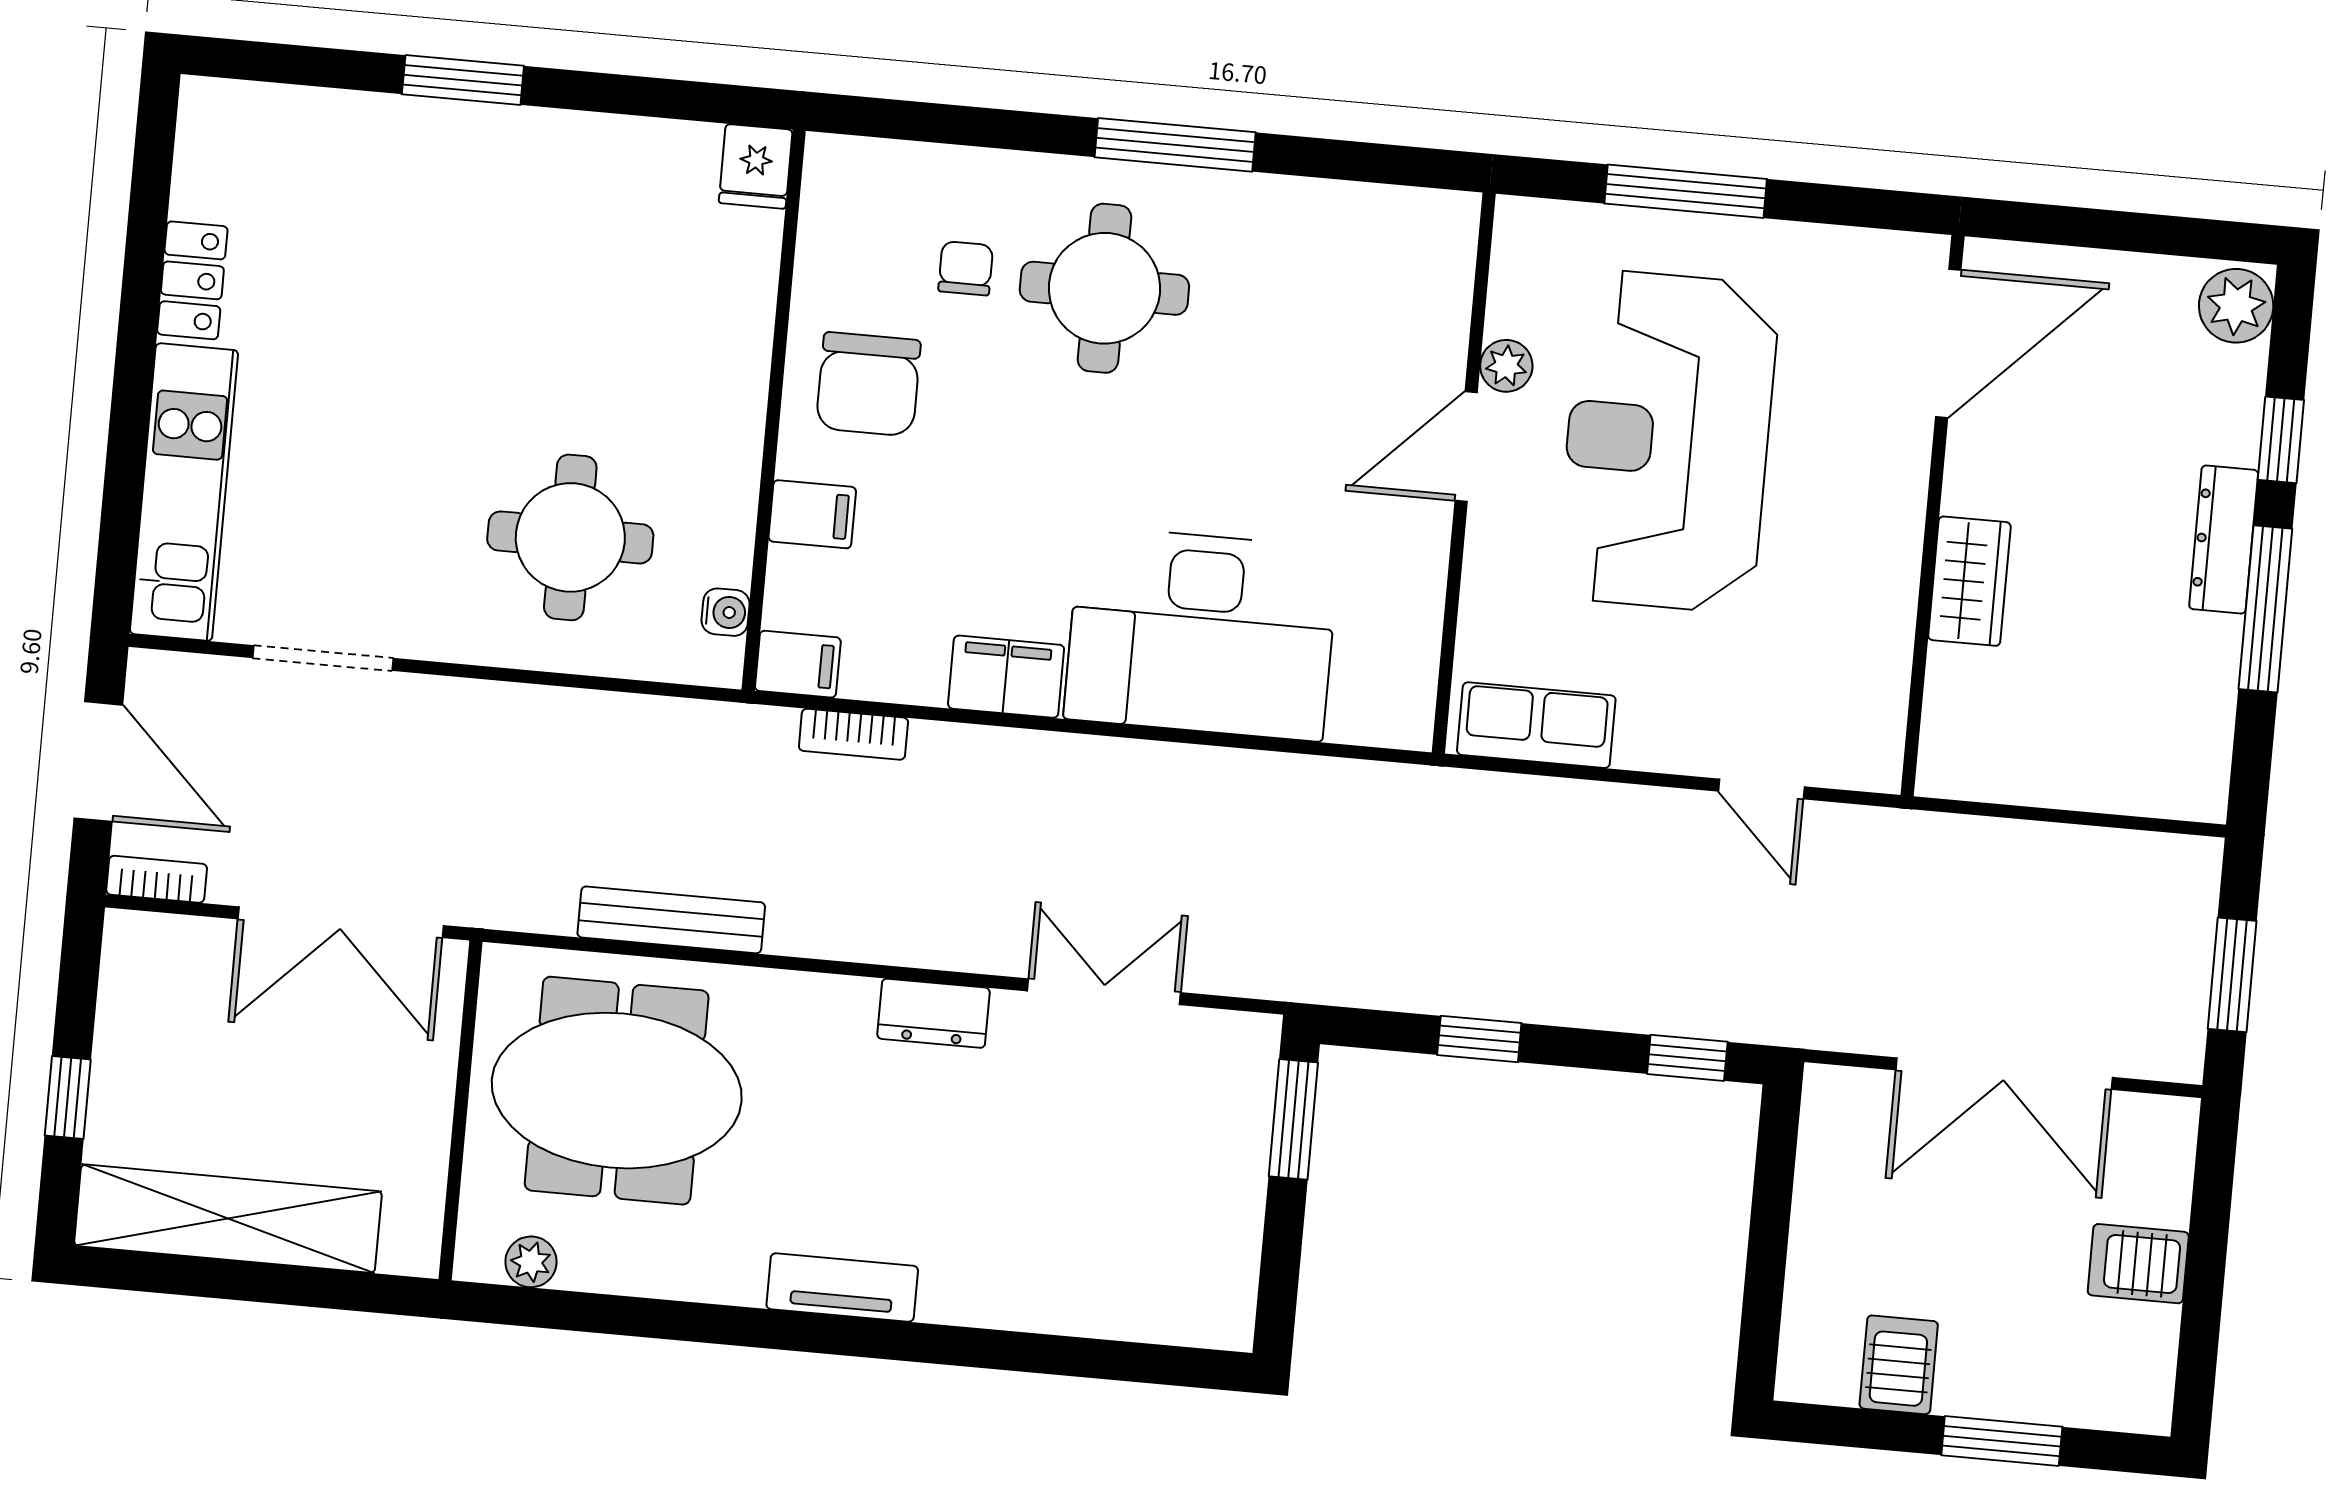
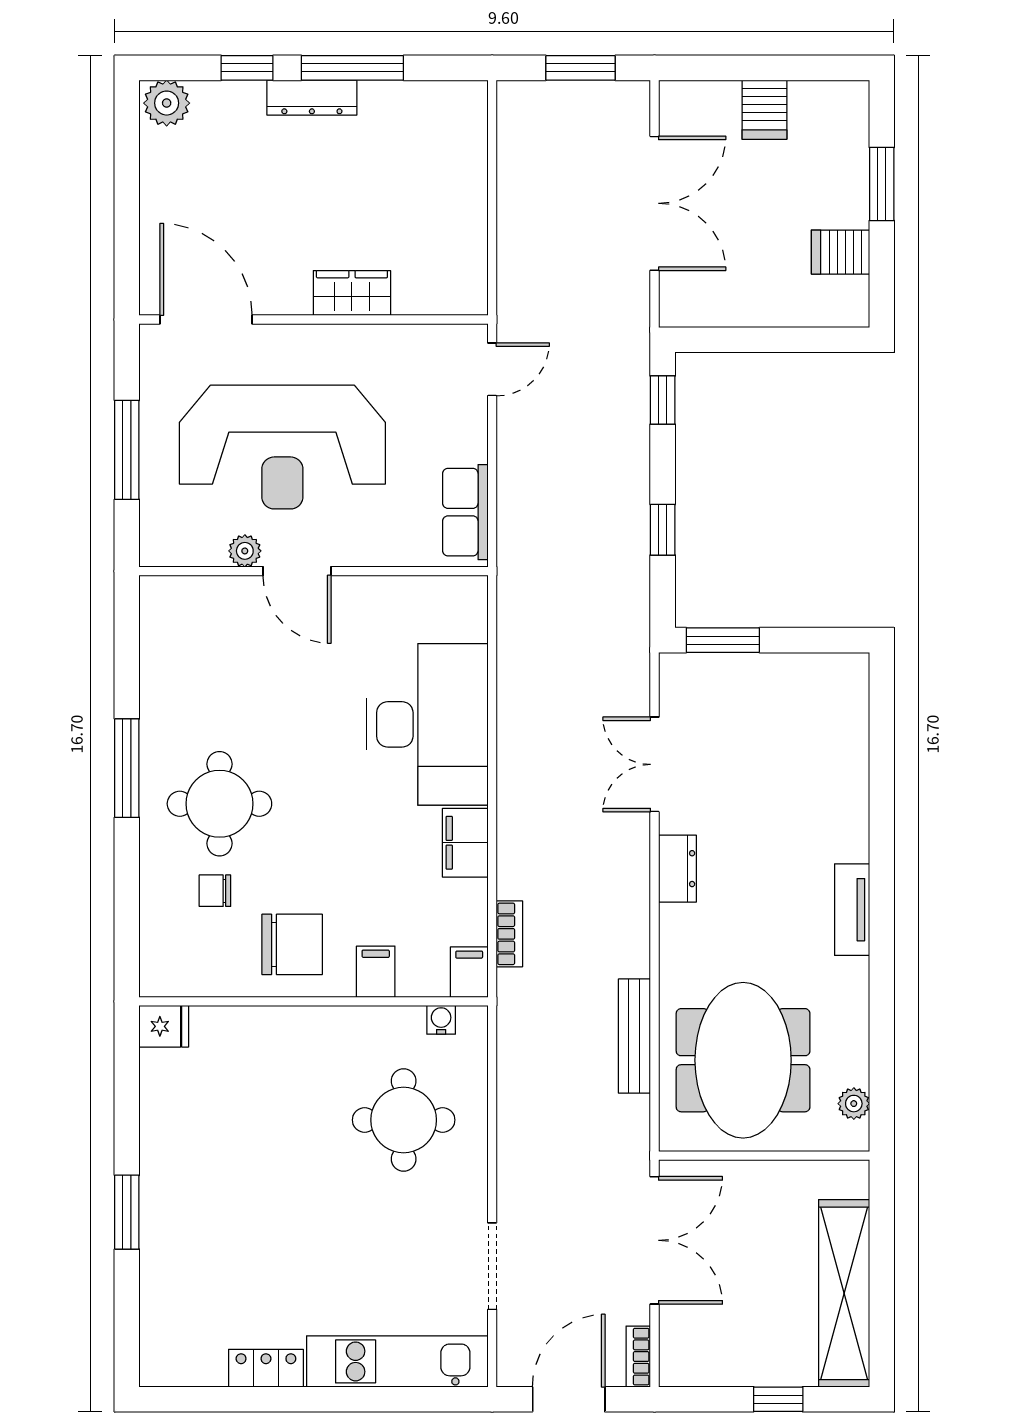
door: (1948, 343) -> (206, 319), moved
wall: (1933, 516) -> (314, 319), moved
wardrobe: (1969, 581) -> (352, 293), moved

